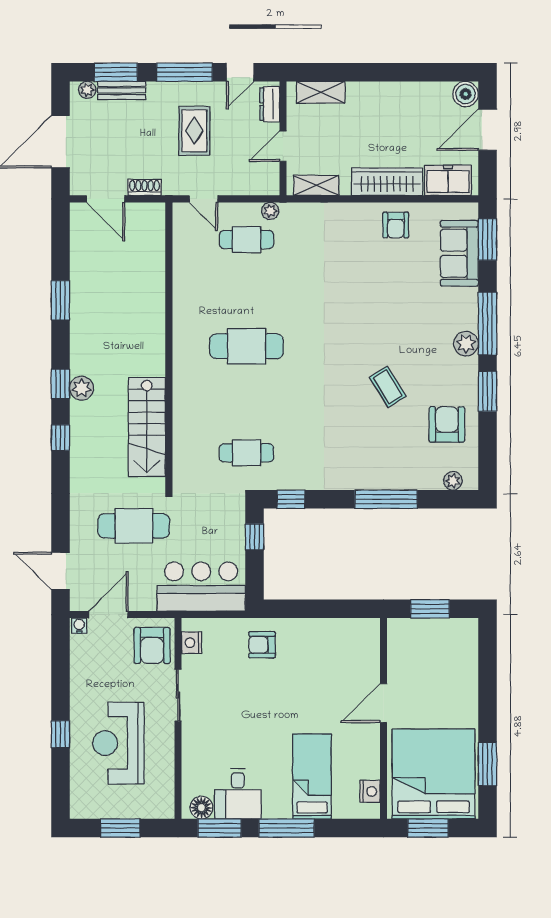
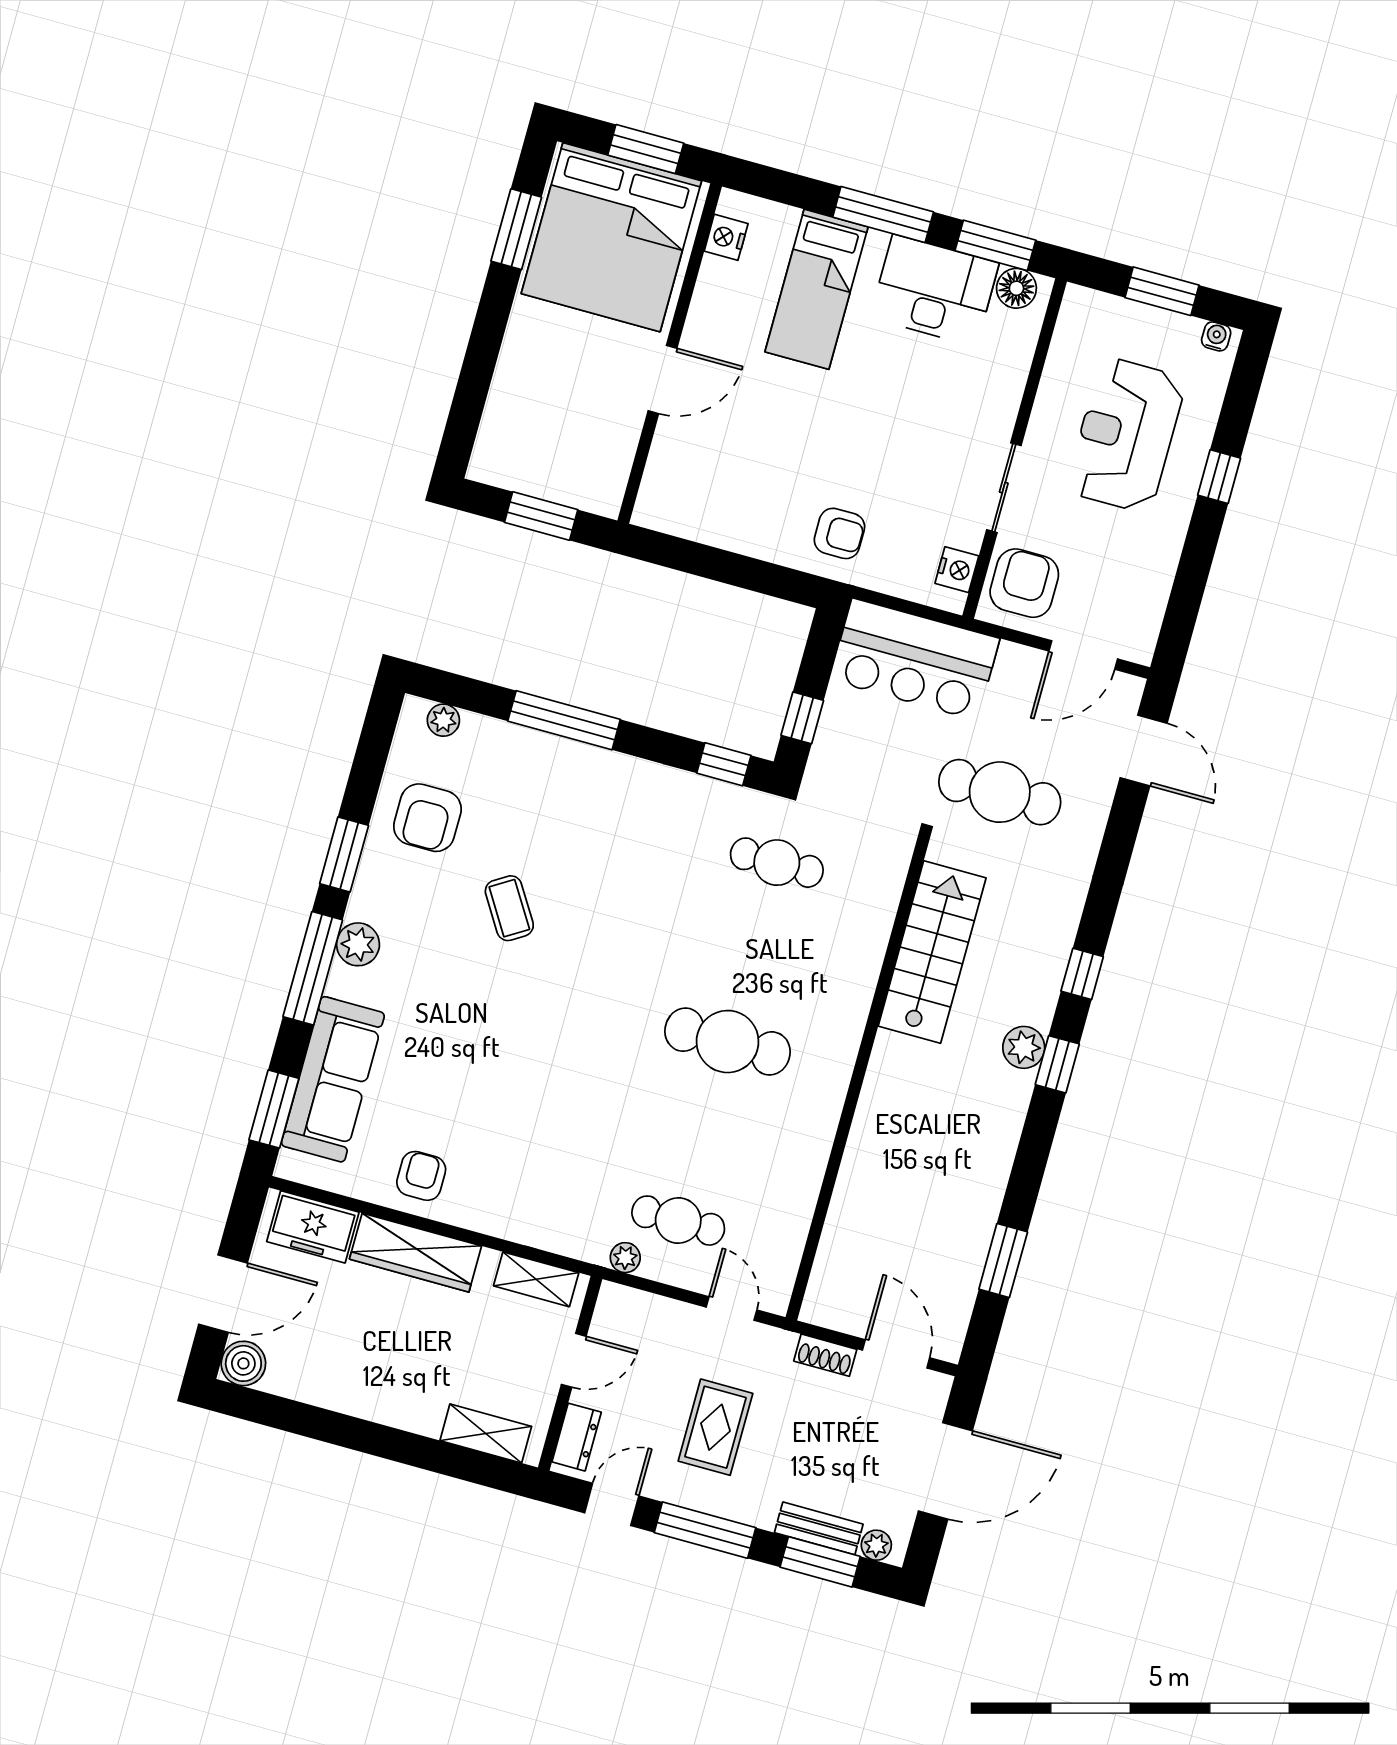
sofa: (459, 253) -> (333, 1079), width x1.36
window: (60, 300) -> (1003, 1260), moved
water cooler: (79, 626) -> (1216, 336), moved, turned 180
reception desk: (118, 743) -> (1126, 435), turned 180
desk: (238, 794) -> (934, 290), width x1.37

